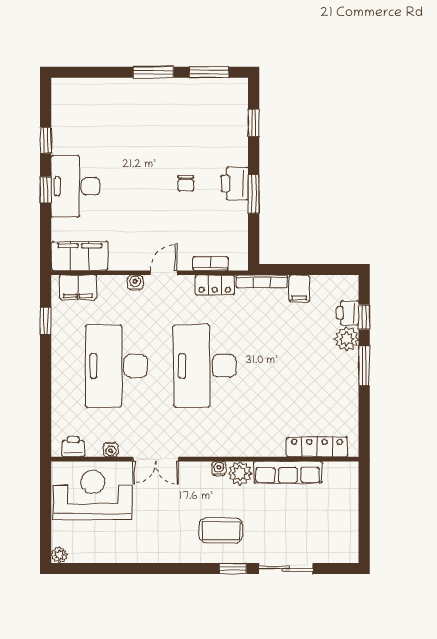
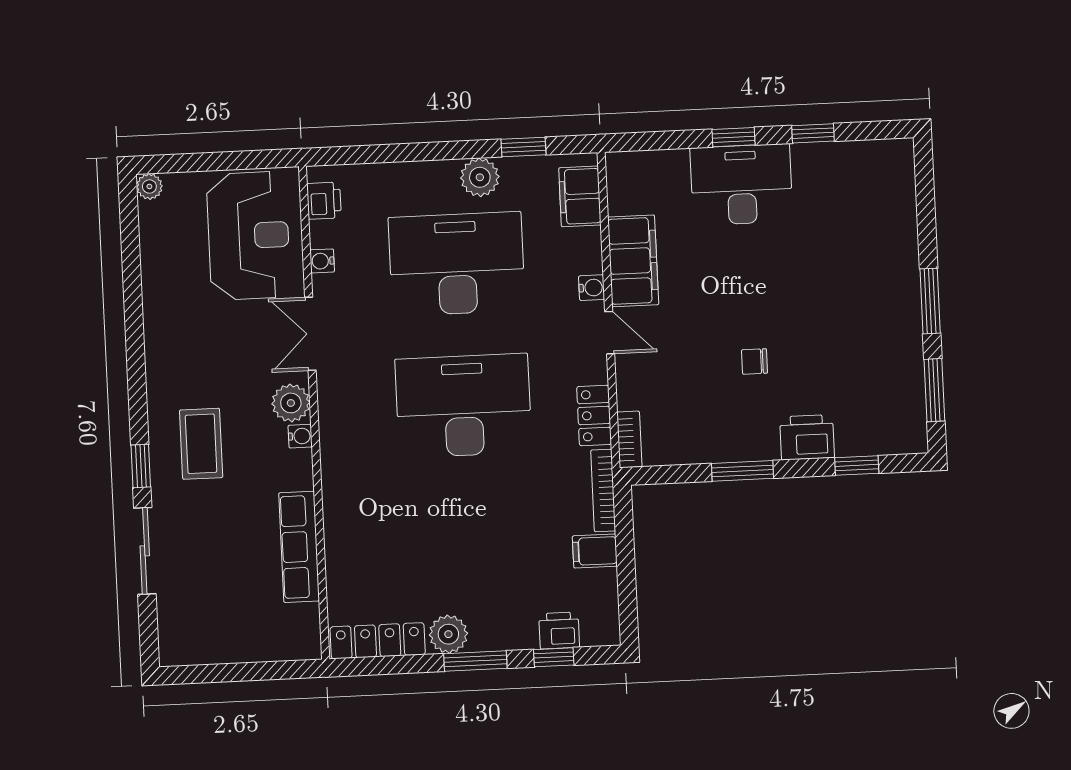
printer: (235, 184) -> (807, 437), moved
filing cabinet: (80, 256) -> (633, 261), moved
bookcase: (210, 264) -> (629, 439), moved
plant: (347, 339) -> (448, 634), moved
plant: (63, 349) -> (480, 177), added
locker: (317, 447) -> (378, 641), moved, turned -90
plant: (240, 473) -> (291, 403), moved

